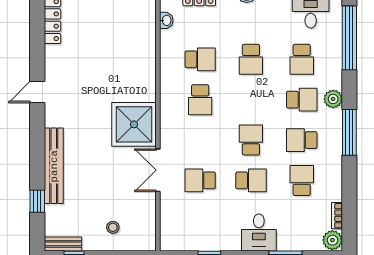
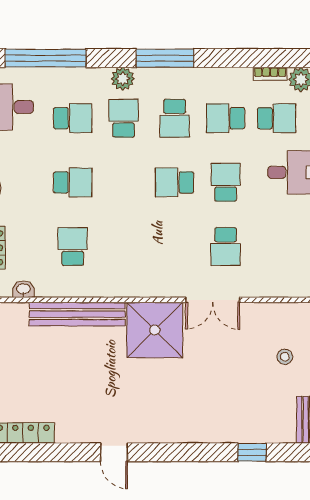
school desk: (200, 100) -> (277, 118), moved
bench: (54, 166) -> (77, 314), moved

